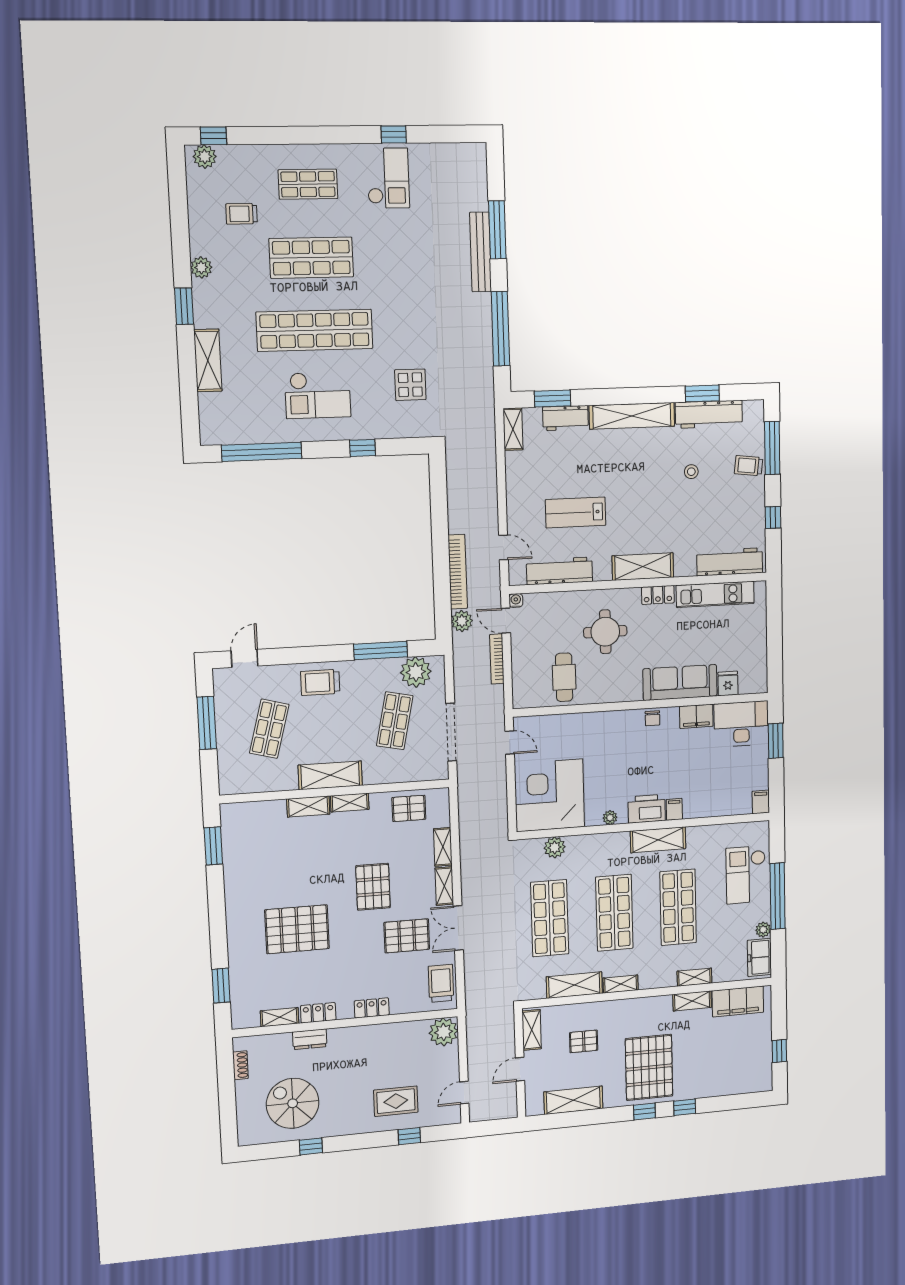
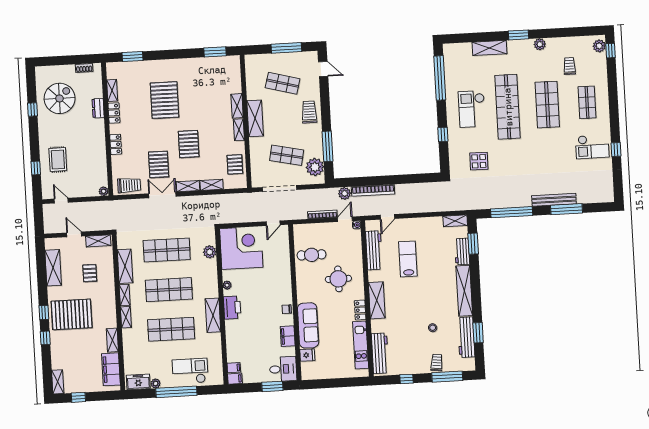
desk: (741, 724) -> (283, 369), width x0.73
filing cabinet: (674, 809) -> (234, 368), moved
pallet: (373, 887) -> (189, 144), turned 90
shelving: (694, 977) -> (126, 317), moved
plant: (444, 1032) -> (104, 191), width x0.53, depth x0.53
shelving: (754, 1084) -> (58, 382), added

